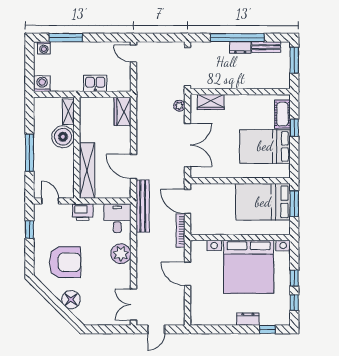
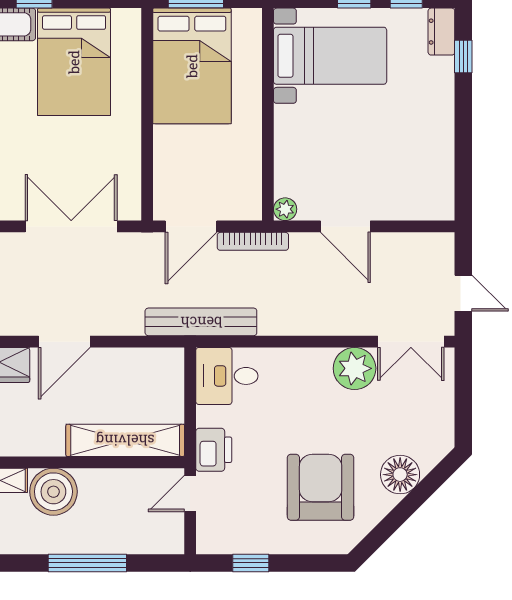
door: (133, 167) -> (64, 342), moved
door: (50, 201) -> (190, 493), moved
plant: (196, 246) -> (285, 209), added
plant: (121, 254) -> (355, 368), moved
bed with nightstands: (249, 267) -> (330, 56), width x0.54
door: (188, 274) -> (345, 226), hinge flipped
dresser: (248, 319) -> (441, 32), moved

